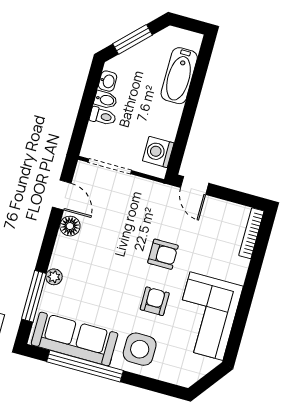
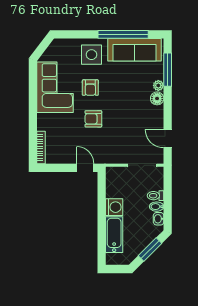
washing machine: (158, 152) -> (114, 207), moved
floor lamp: (70, 226) -> (157, 98), moved

